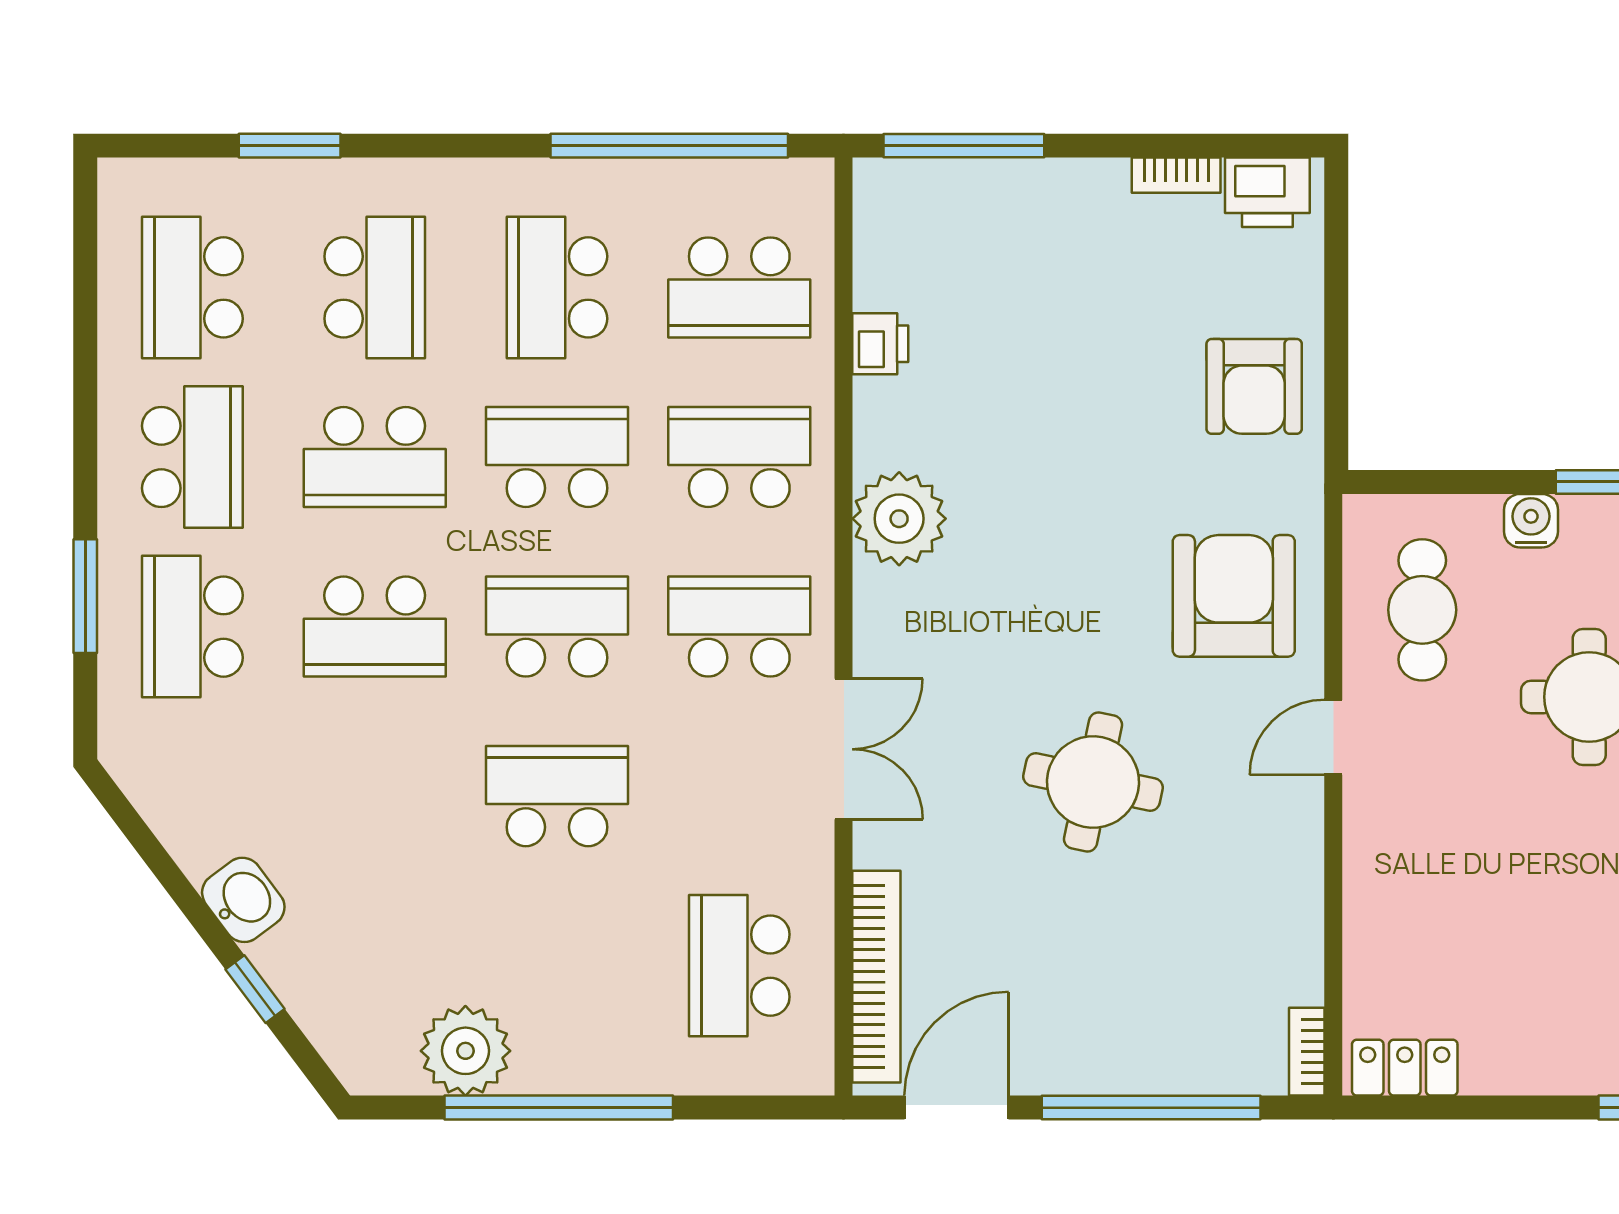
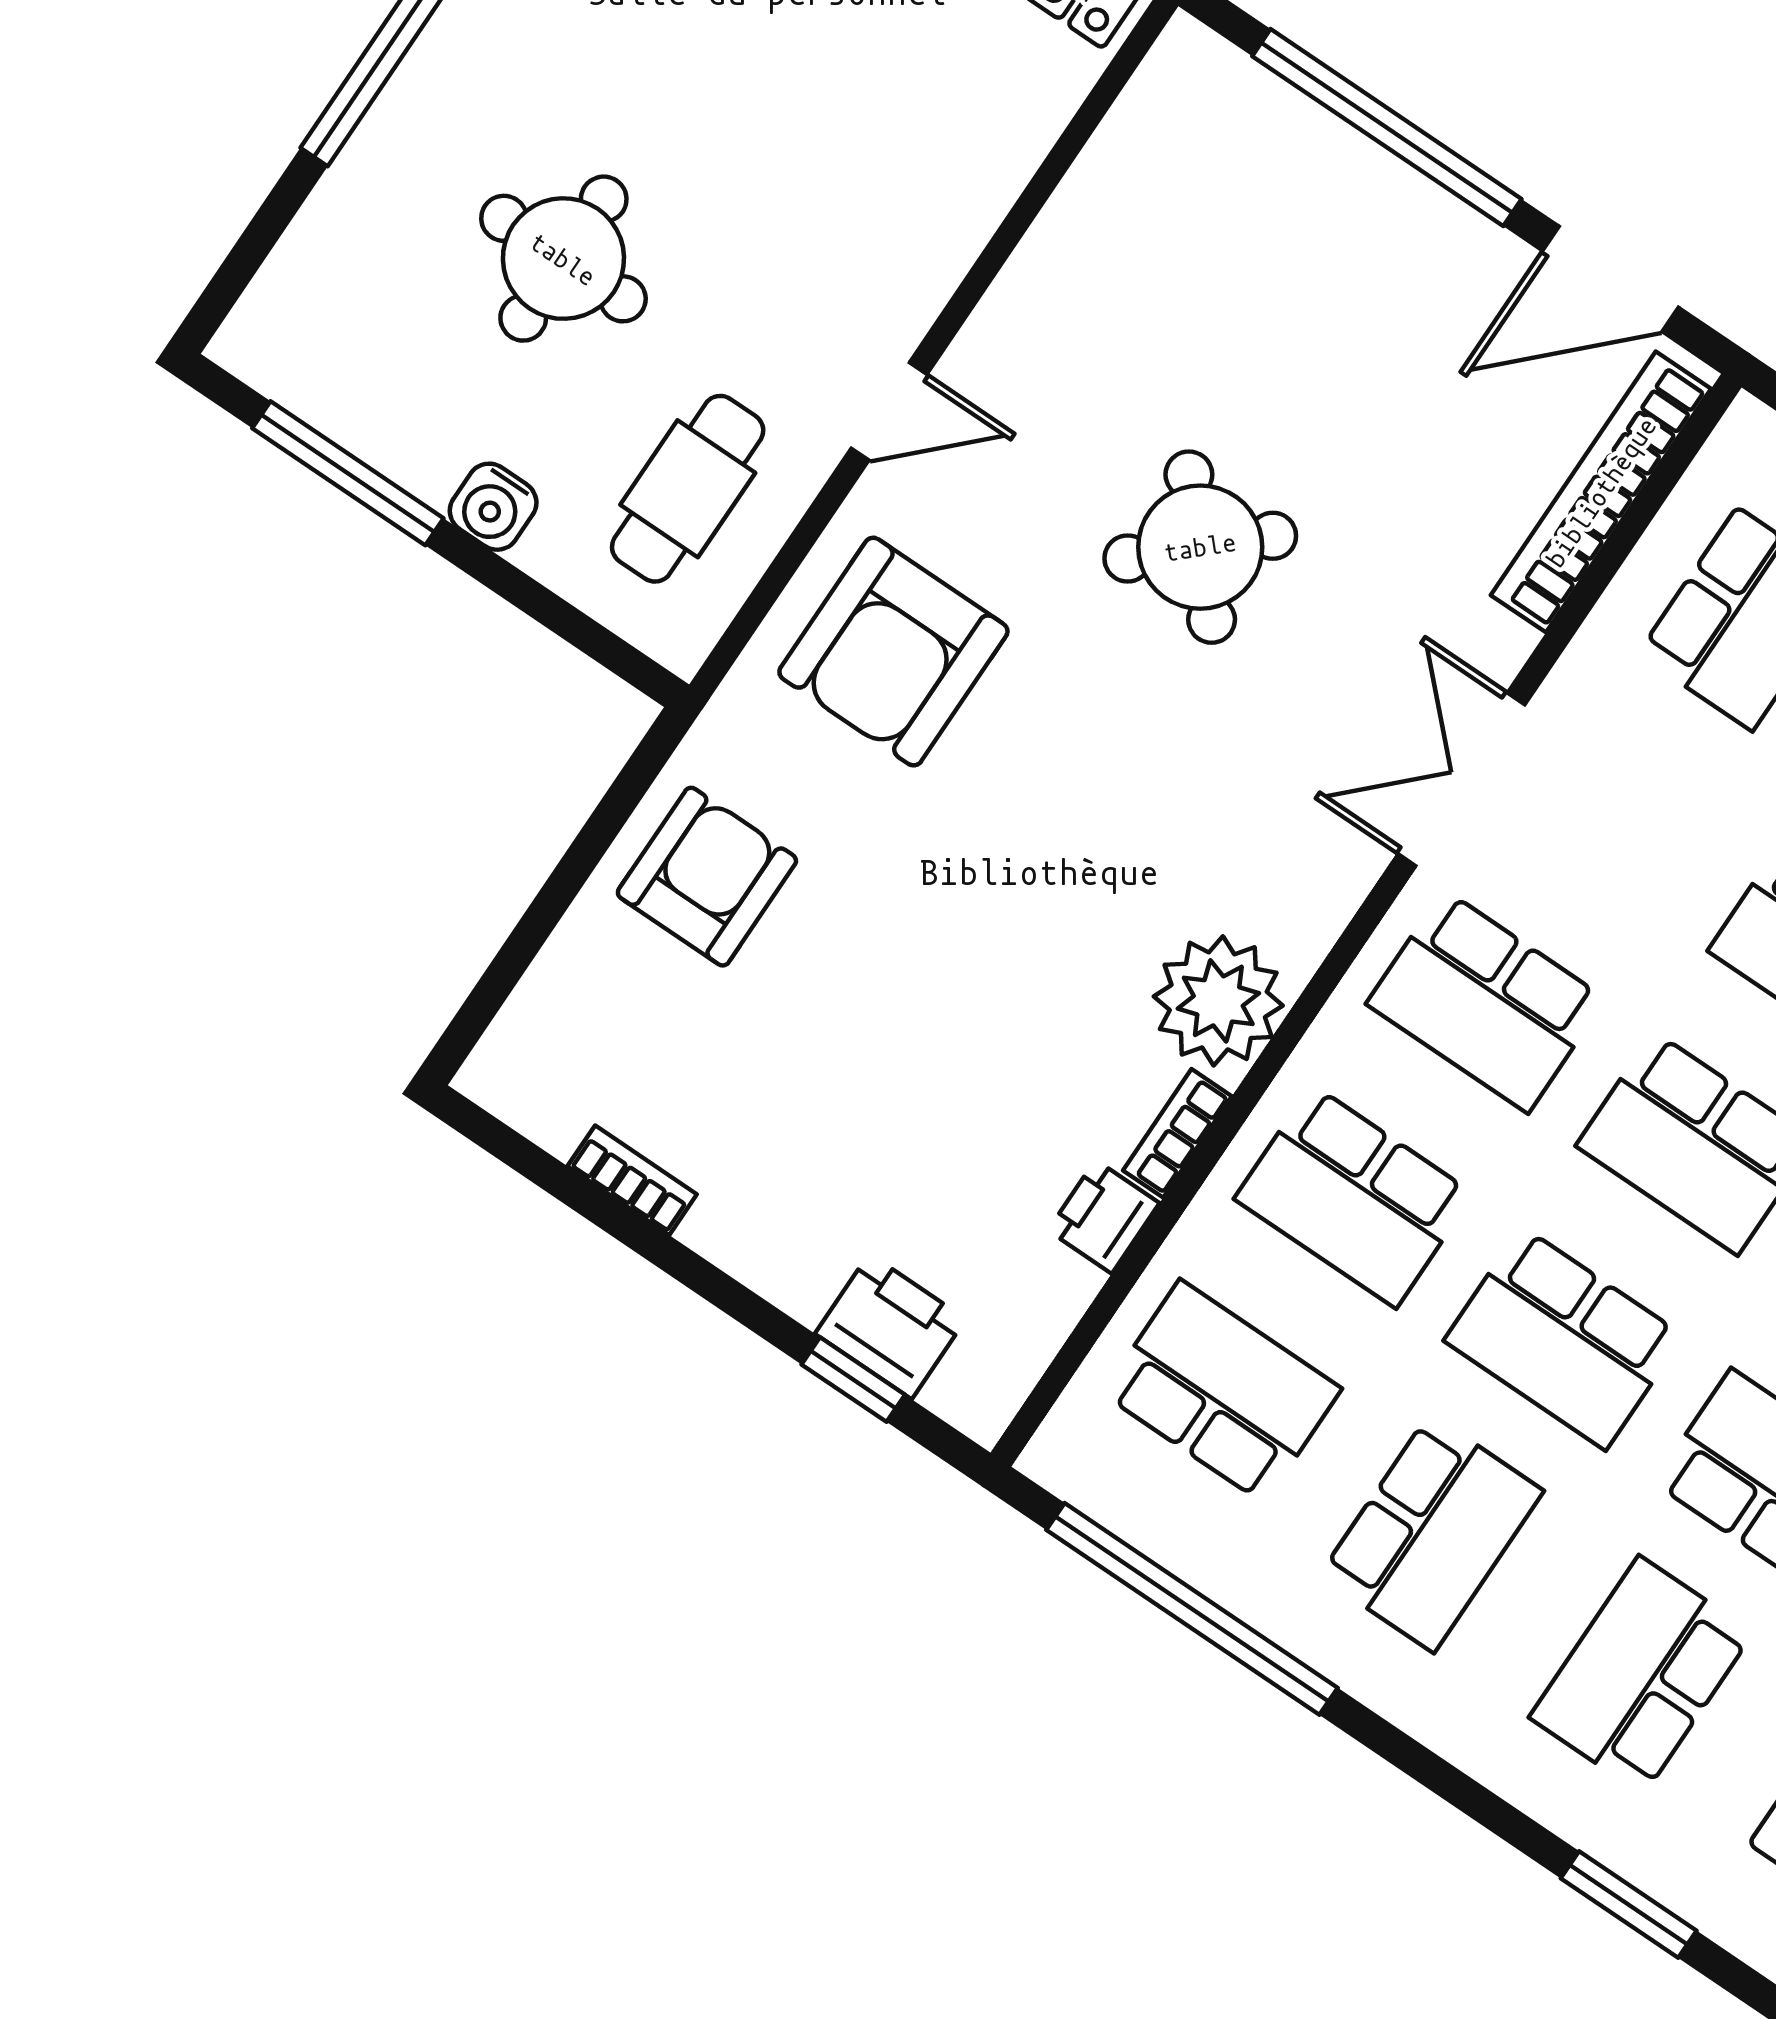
window: (964, 146) -> (853, 1380), width x0.46
printer: (1267, 192) -> (890, 1326), moved
round table: (1093, 782) -> (1200, 547), turned 35
bookcase: (1307, 1052) -> (1177, 1133), moved, turned 180

